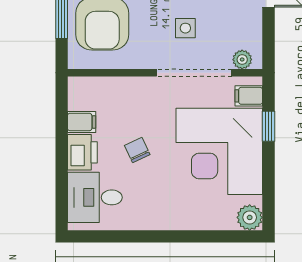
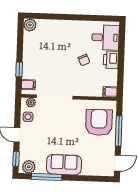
side table: (185, 28) -> (28, 117), moved
filing cabinet: (82, 122) -> (110, 92), moved
corner desk: (219, 151) -> (44, 58), removed

